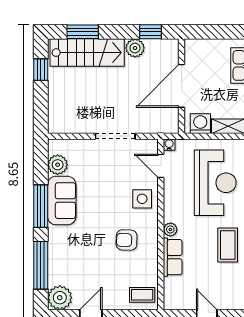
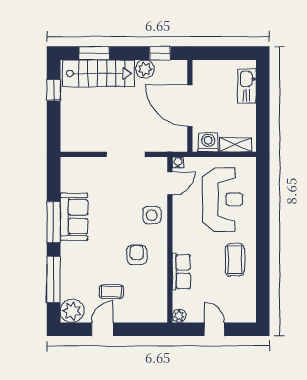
door: (182, 86) -> (190, 106), hinge flipped
plant: (58, 165) -> (70, 182), removed
door: (161, 166) -> (170, 183), swing flipped
plant: (170, 230) -> (179, 316), moved
armchair: (127, 240) -> (137, 255), turned 88
coffee table: (142, 295) -> (111, 292), moved

